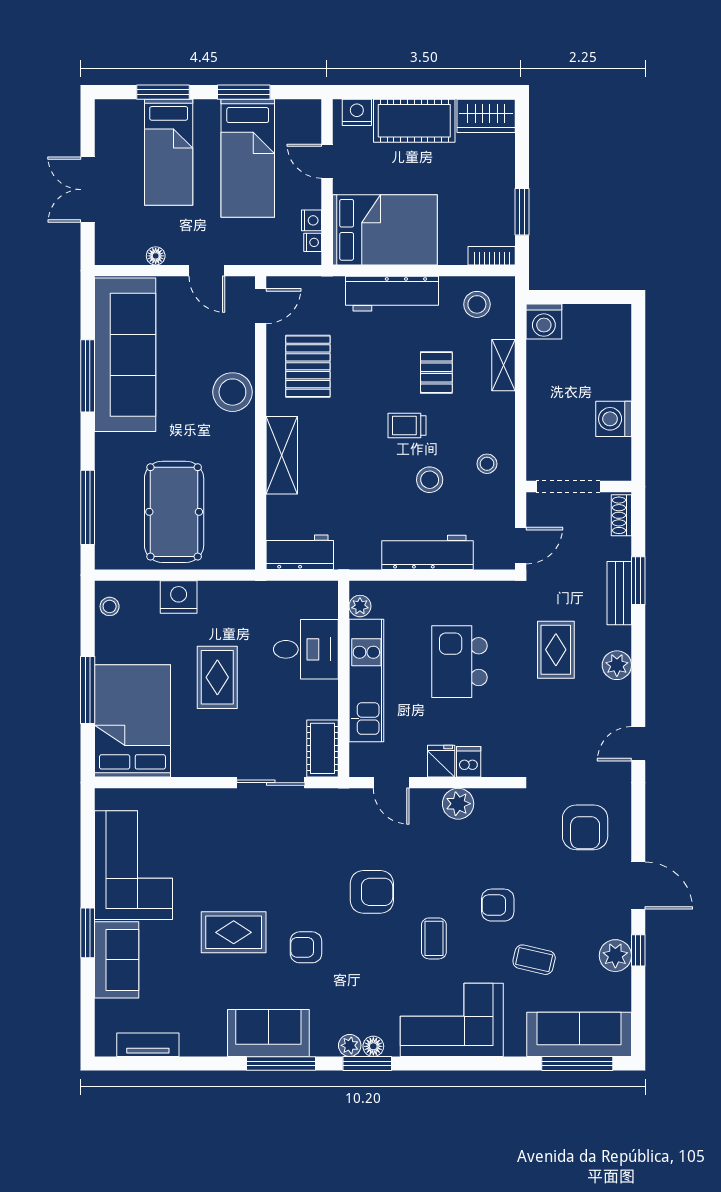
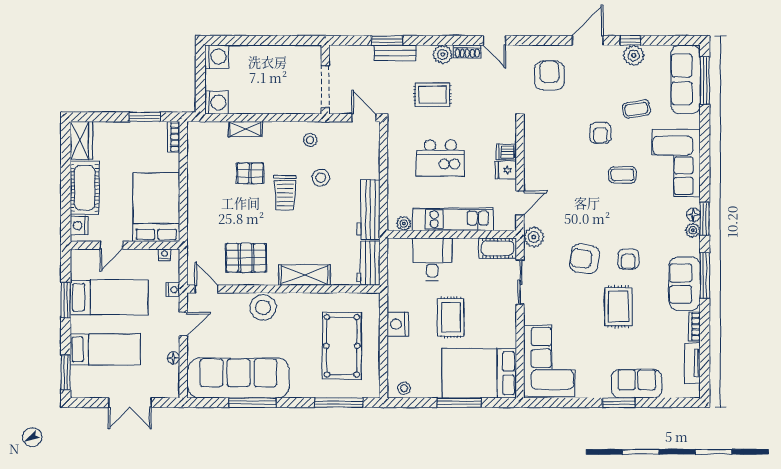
window: (163, 92) -> (66, 372), moved
nightstand: (312, 220) -> (173, 290), moved, turned 90
workbench: (392, 294) -> (198, 202), removed
stool: (477, 304) -> (205, 147), removed
washing machine: (614, 419) -> (217, 57), moved, turned -90
trolley: (407, 426) -> (285, 193), width x1.36, depth x1.39
pool table: (174, 512) -> (342, 346), turned 90
shoe rack: (621, 515) -> (467, 52), moved
workbench: (428, 552) -> (368, 210), moved
nightstand: (179, 597) -> (398, 324), moved
rug: (217, 677) -> (451, 317), turned 90
plant: (458, 804) -> (534, 237), moved
armchair: (585, 827) -> (549, 75), turned -90
corner sofa: (133, 865) -> (549, 361), moved, turned 90
armchair: (372, 892) -> (585, 259), moved, turned -82
coffee table: (534, 960) -> (636, 109), turned 68
bookcase: (203, 1048) -> (694, 327), added

